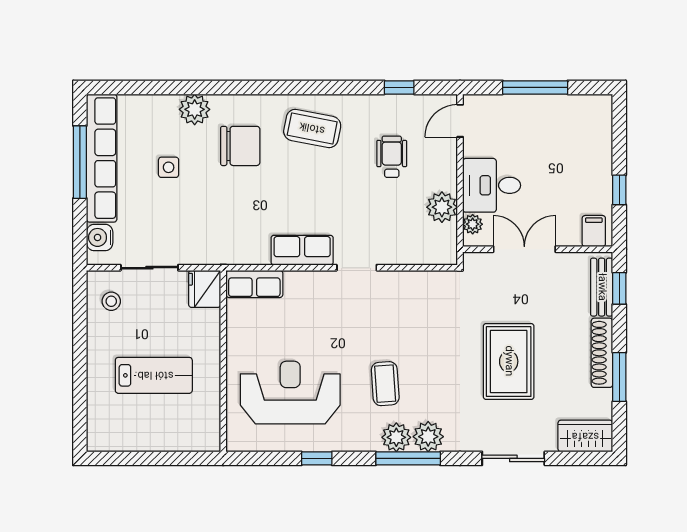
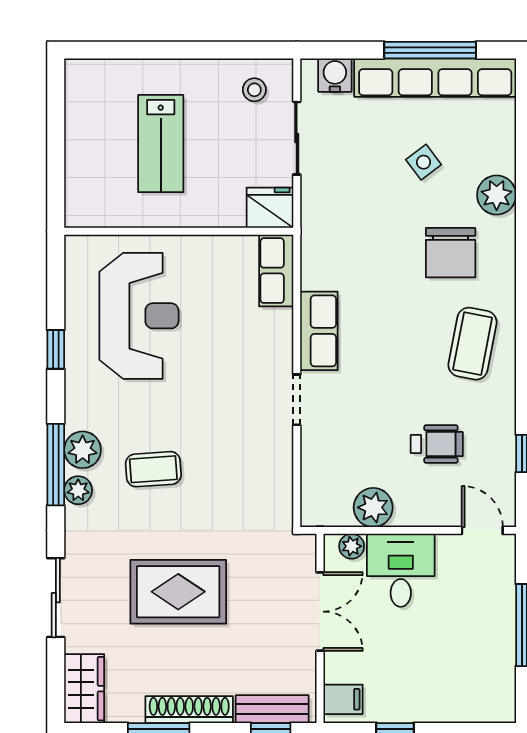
side table: (169, 167) -> (424, 162), turned -37
coffee table: (385, 384) -> (153, 469), moved
plant: (428, 437) -> (78, 490), width x0.73, depth x0.73

